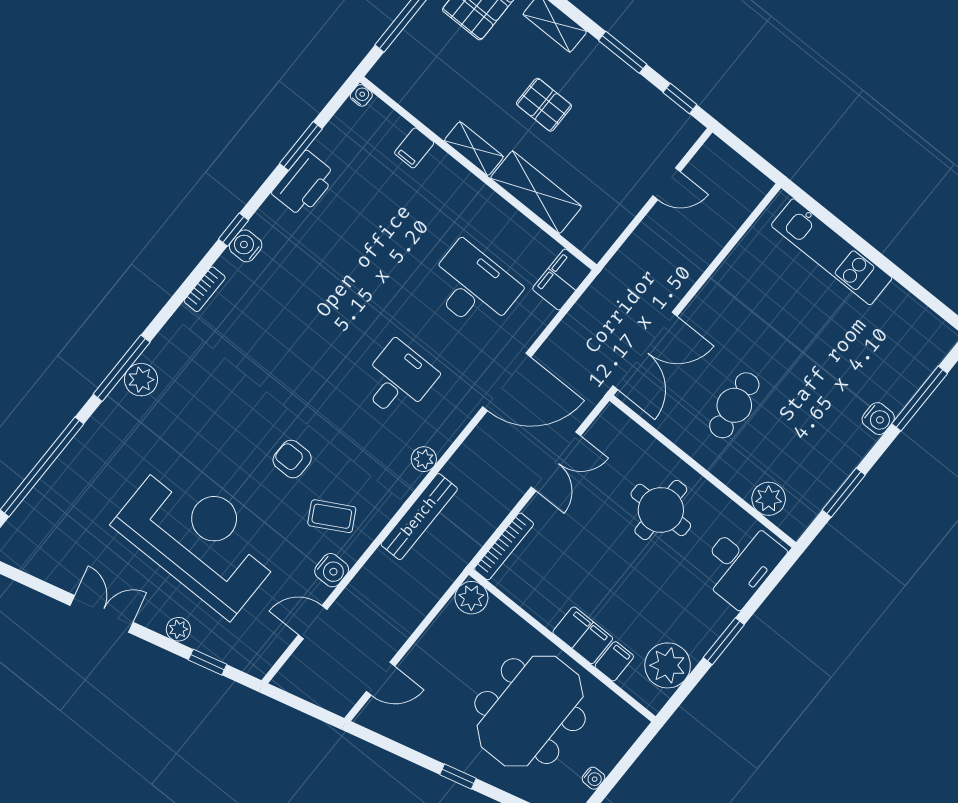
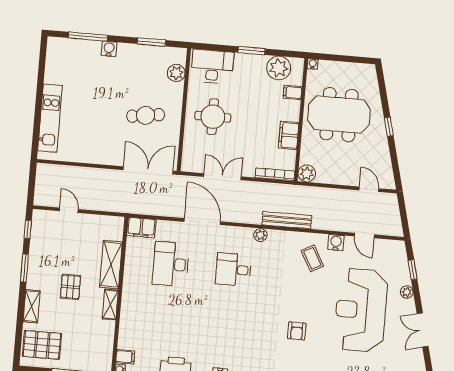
filing cabinet: (414, 148) -> (125, 357), moved
armchair: (292, 459) -> (297, 331), moved
filing cabinet: (583, 635) -> (289, 135), moved
water cooler: (593, 778) -> (313, 64), moved

